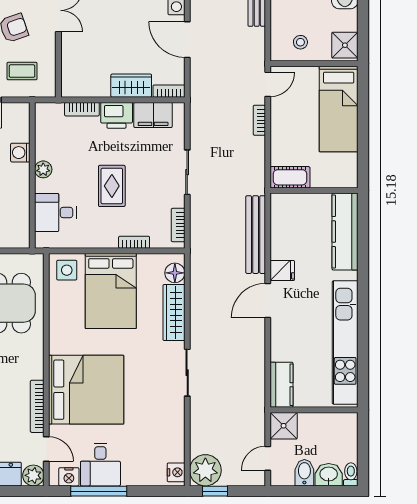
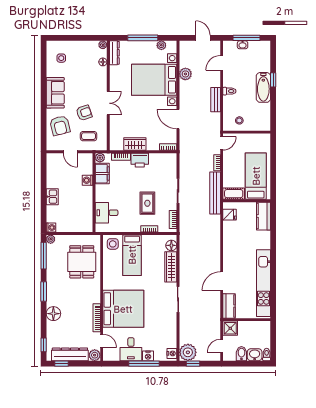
shower: (345, 45) -> (263, 122), removed
wardrobe: (131, 86) -> (135, 144), moved
bed: (339, 109) -> (256, 176), moved, turned 180
filing cabinet: (153, 115) -> (102, 174), moved, turned -90
plant: (43, 169) -> (100, 158), moved
rug: (112, 186) -> (147, 203), moved
kitchen counter: (345, 232) -> (263, 216), width x0.67
bench: (256, 235) -> (215, 193), moved
fridge: (282, 271) -> (230, 215), moved
bed: (111, 291) -> (132, 255), width x0.67
door: (268, 300) -> (222, 281), moved
nightstand: (69, 477) -> (148, 356), moved
window: (99, 491) -> (144, 364), moved

